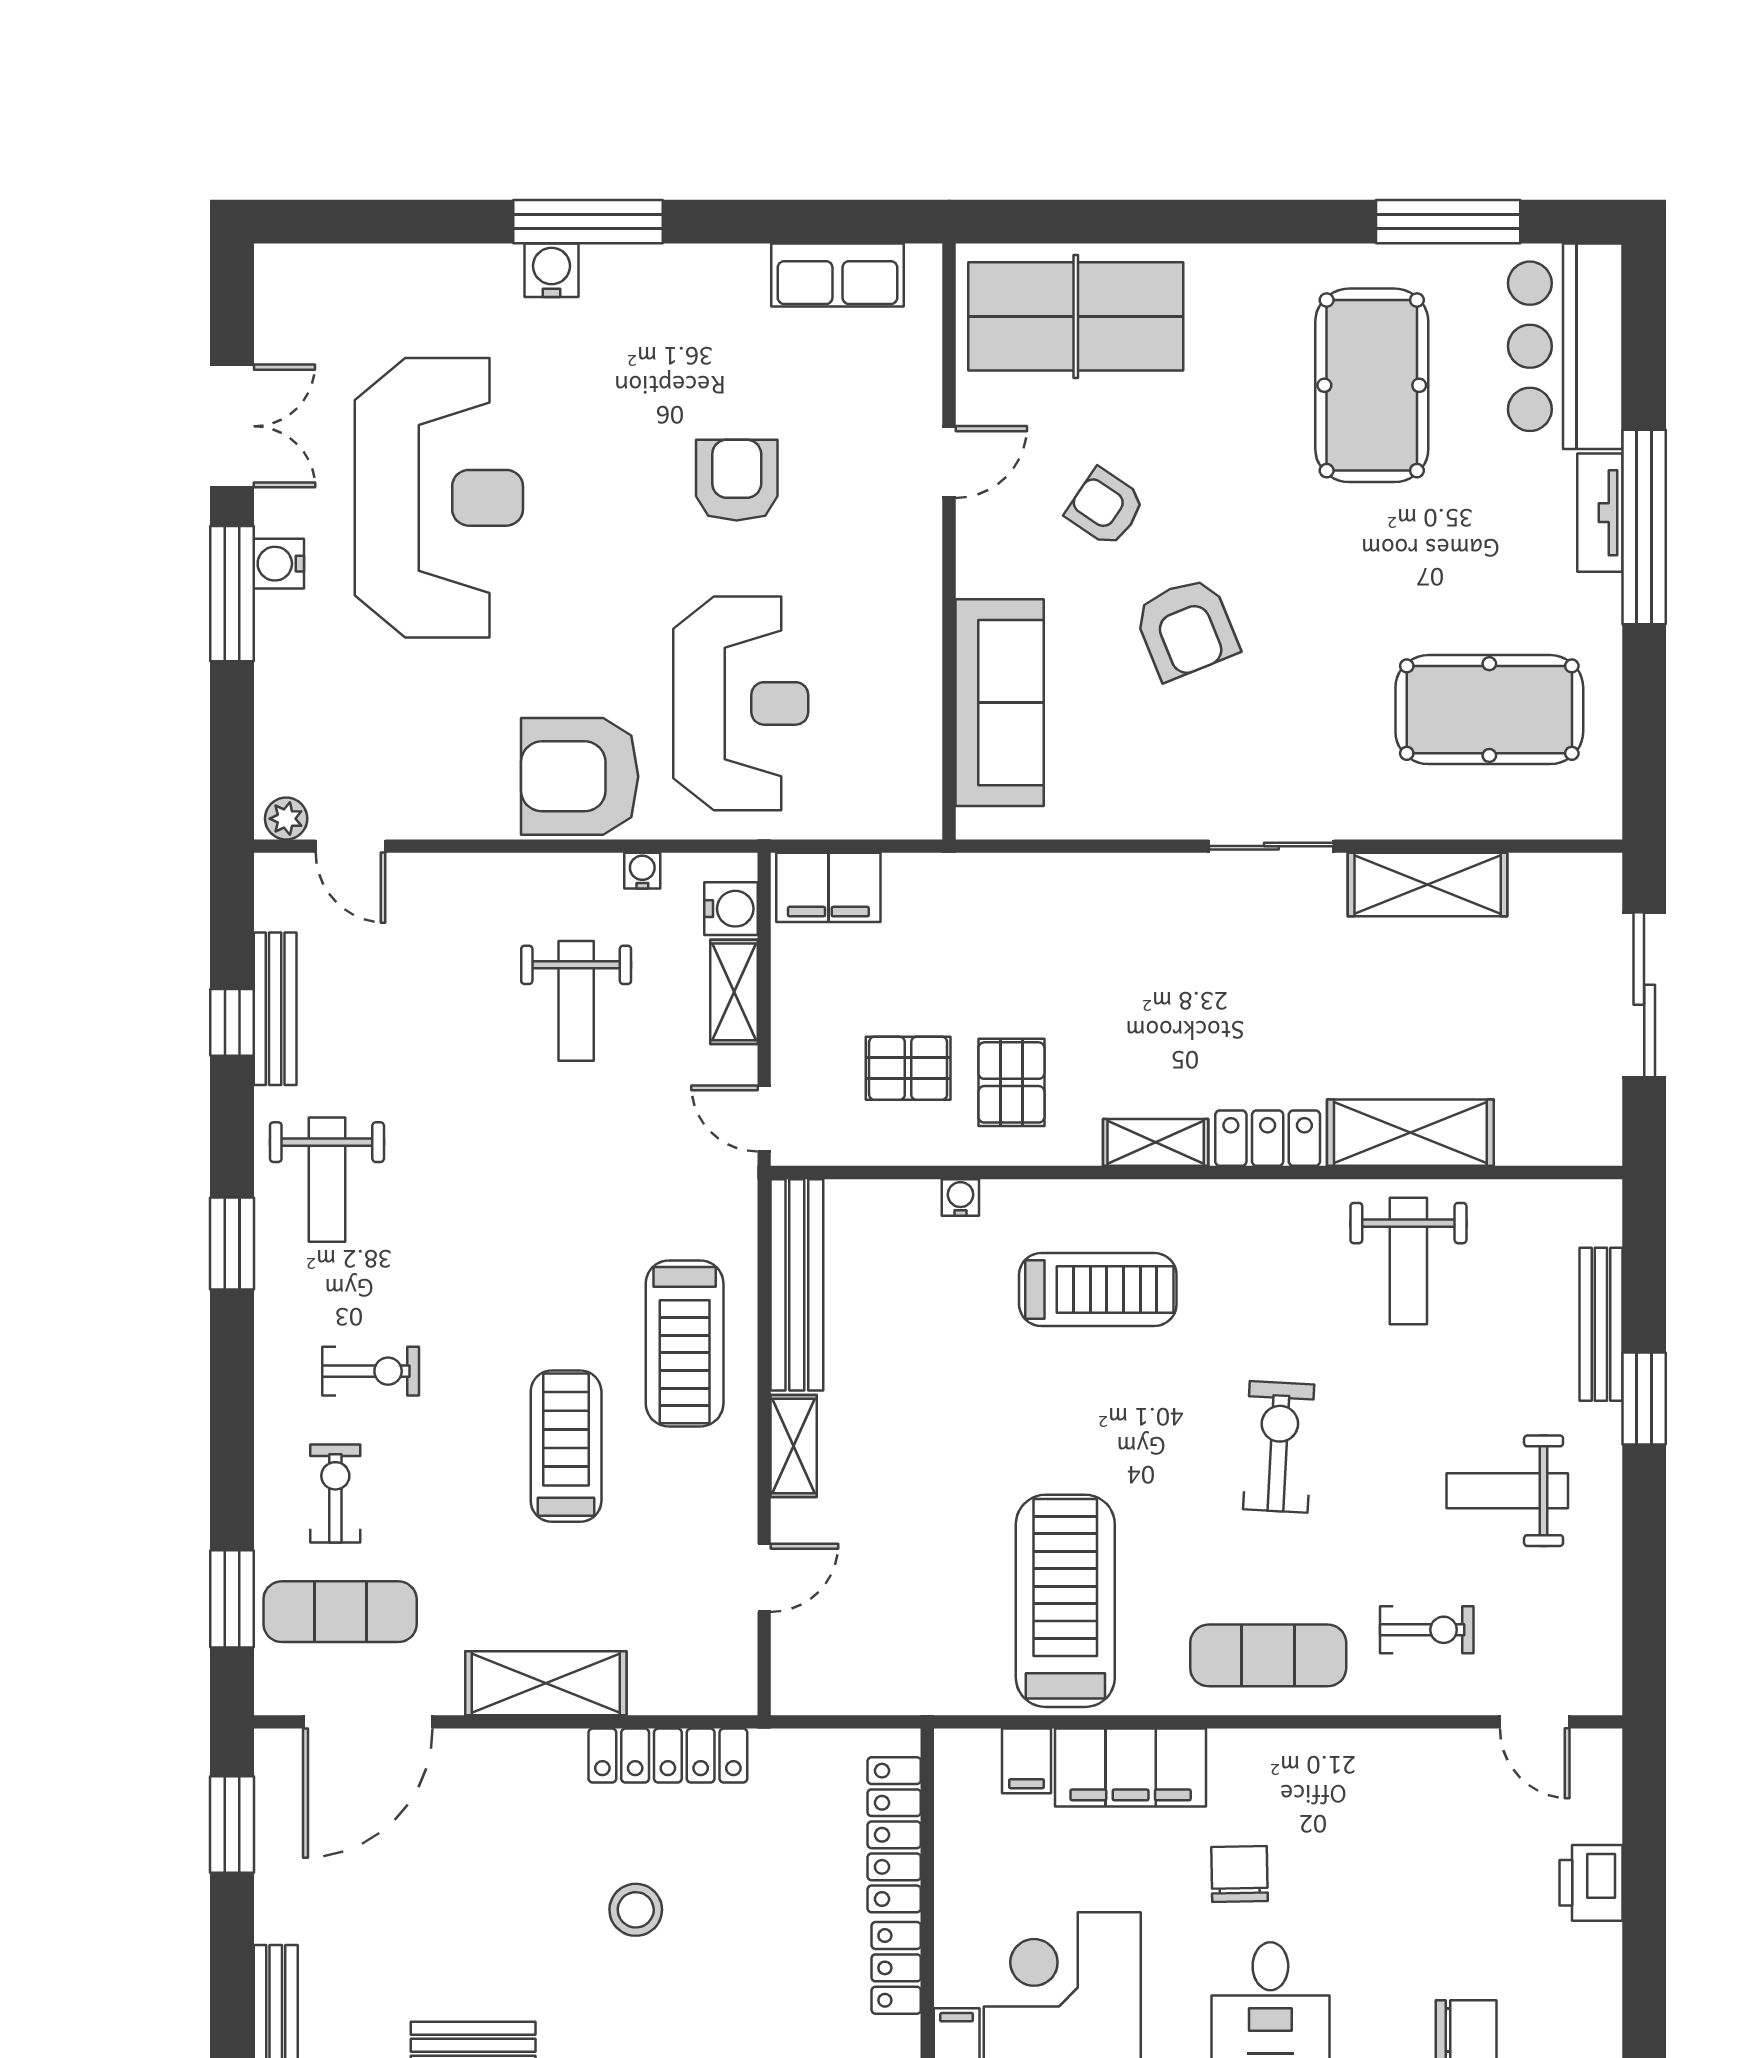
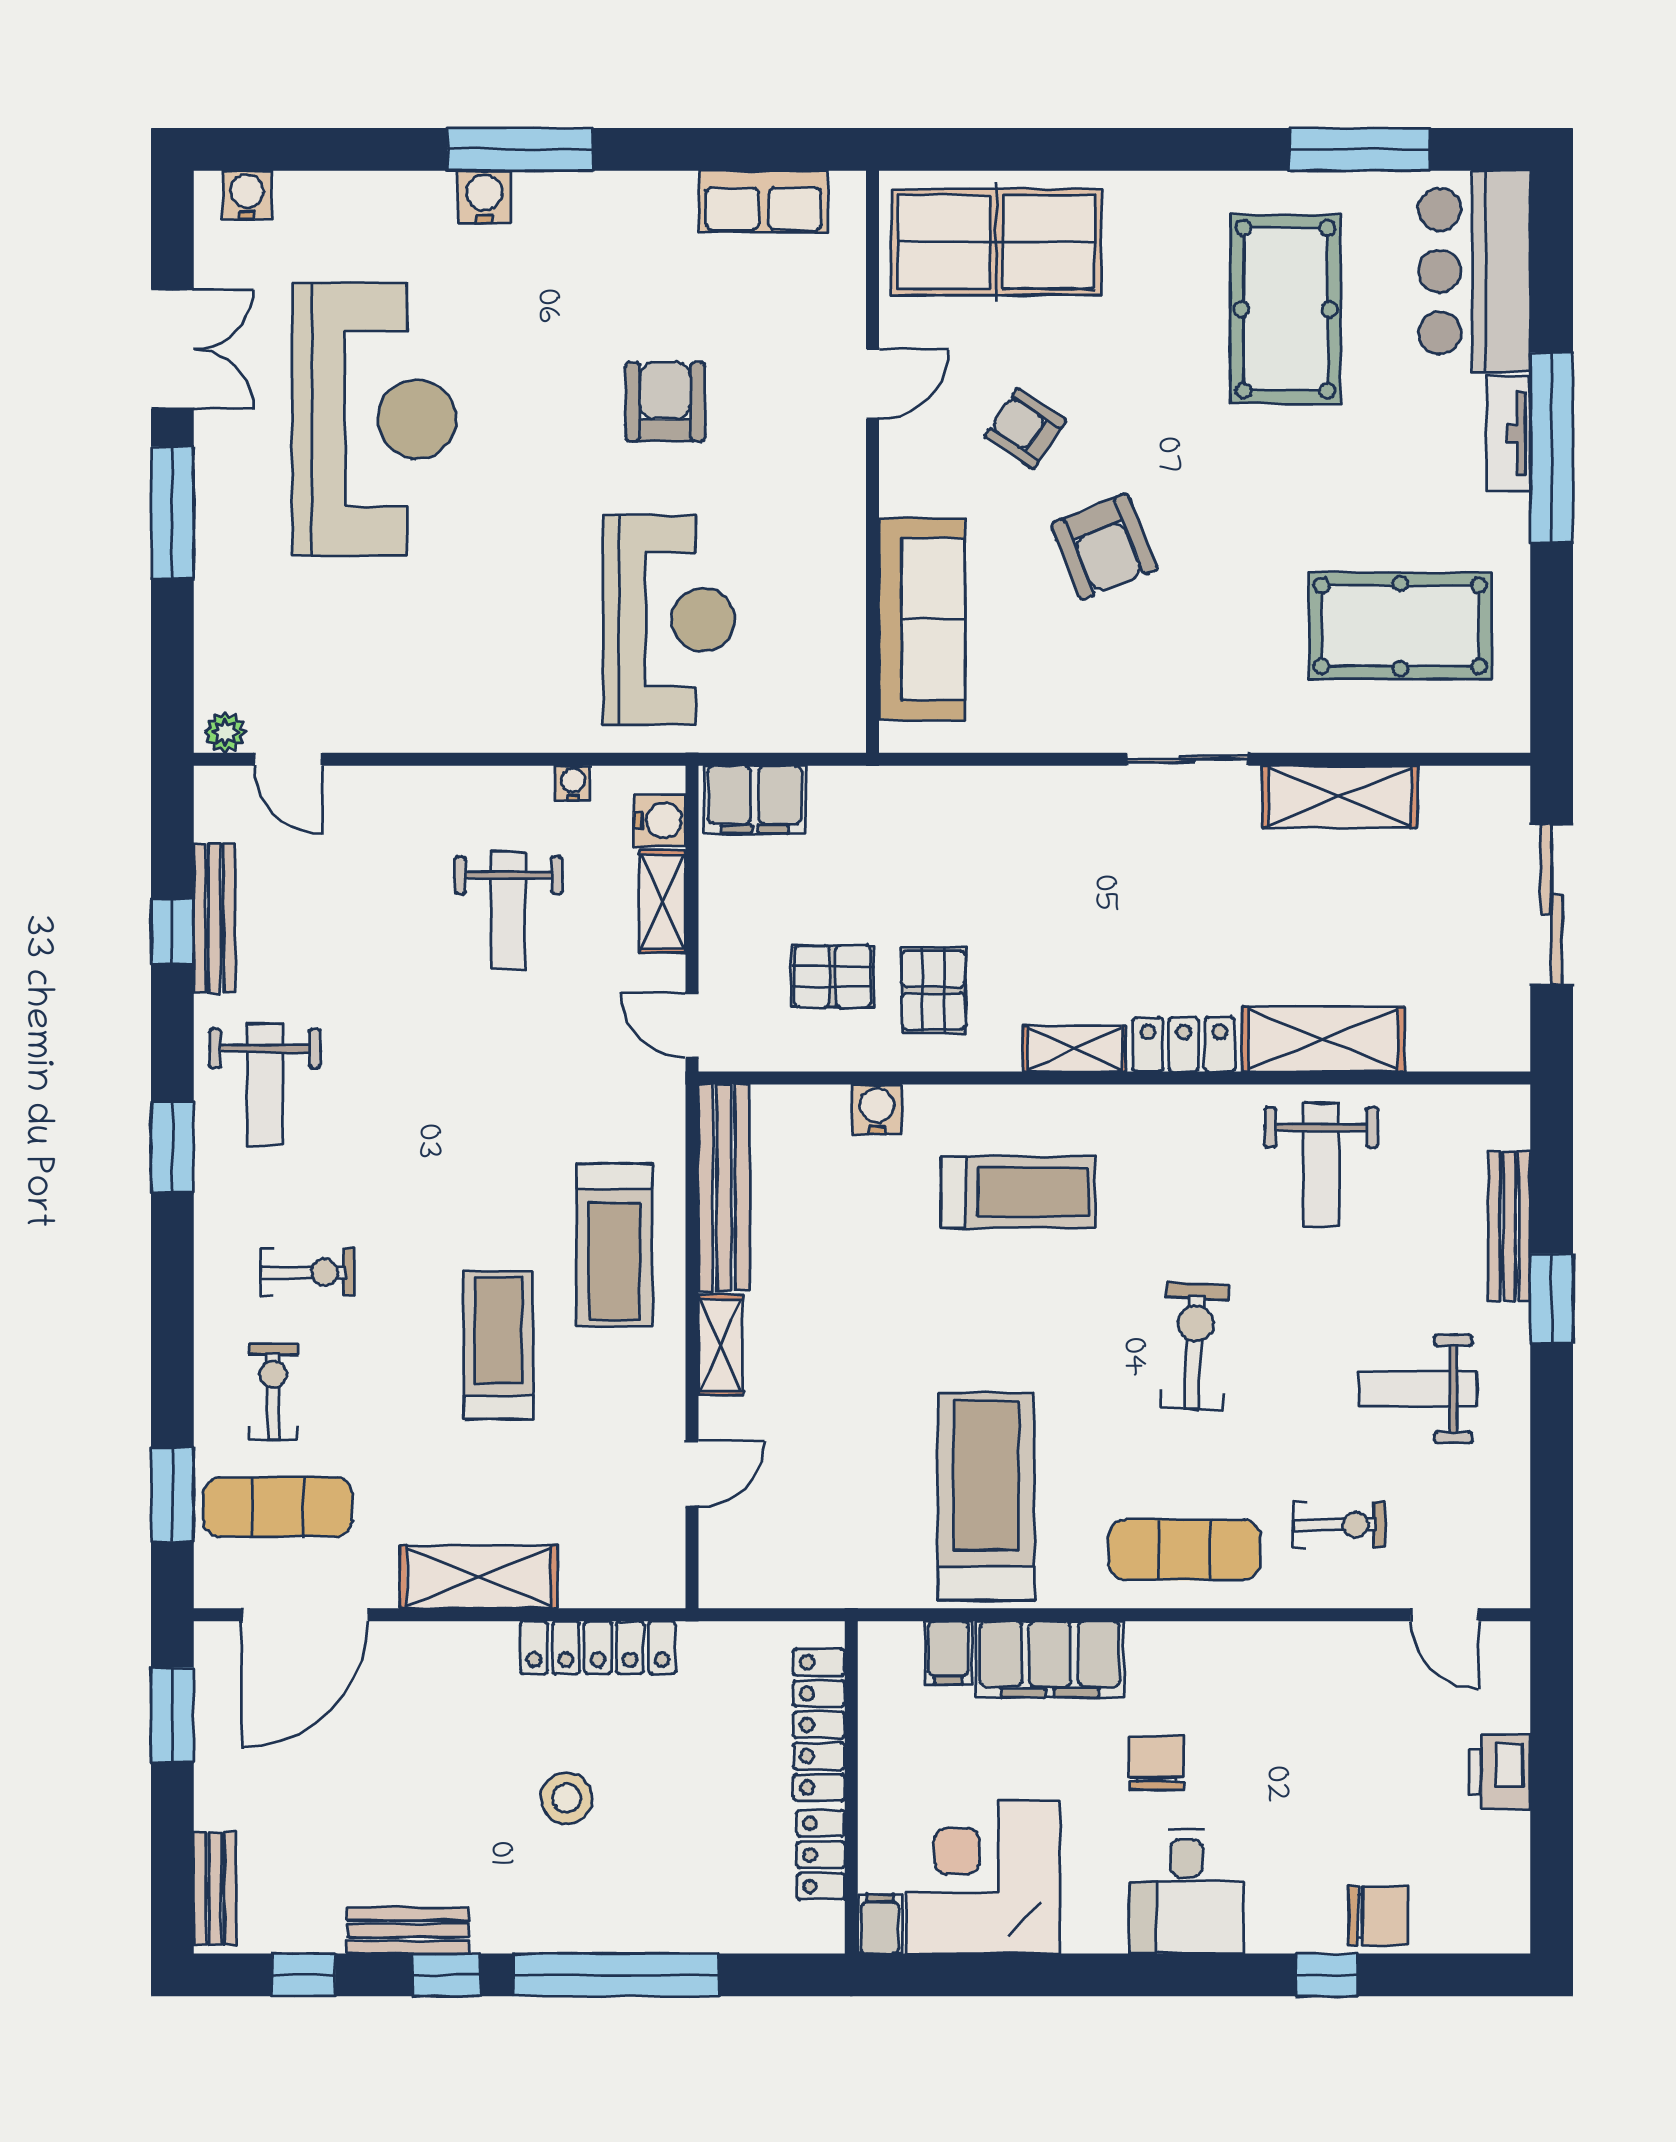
water cooler: (279, 564) -> (247, 195), moved, turned 90
armchair: (580, 776) -> (512, 691), removed
water cooler: (960, 1198) -> (877, 1109), width x1.38, depth x1.38

